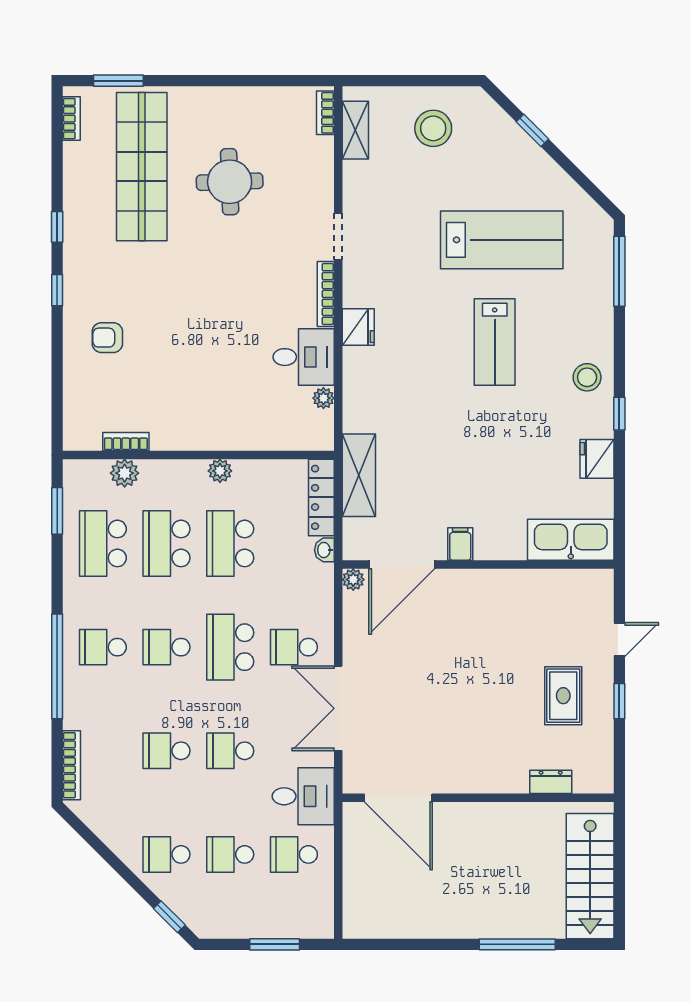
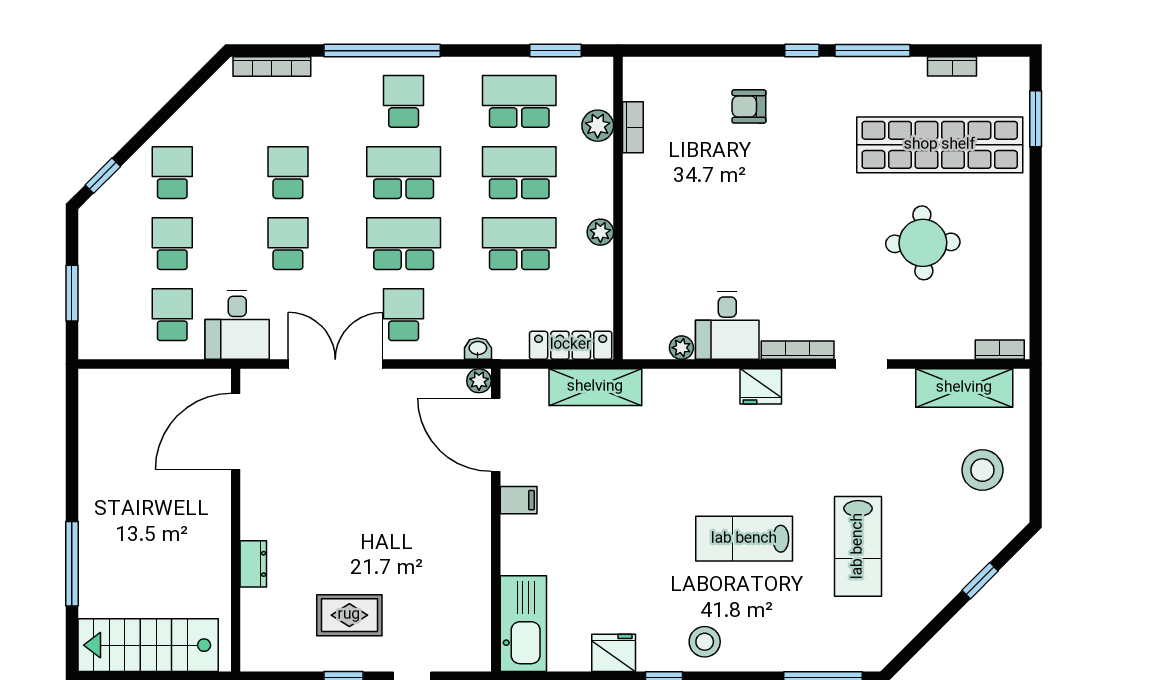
bookcase: (71, 119) -> (952, 66), moved
shelving: (355, 130) -> (964, 388), width x1.50, depth x1.33
window: (57, 227) -> (873, 51), width x2.17
lab bench: (502, 240) -> (858, 546), width x0.73, depth x0.72
armchair: (107, 338) -> (749, 106), turned -90
washbasin: (324, 550) -> (478, 349), moved
school desk: (167, 647) -> (404, 173), width x1.85
dresser: (551, 782) -> (253, 564), moved

